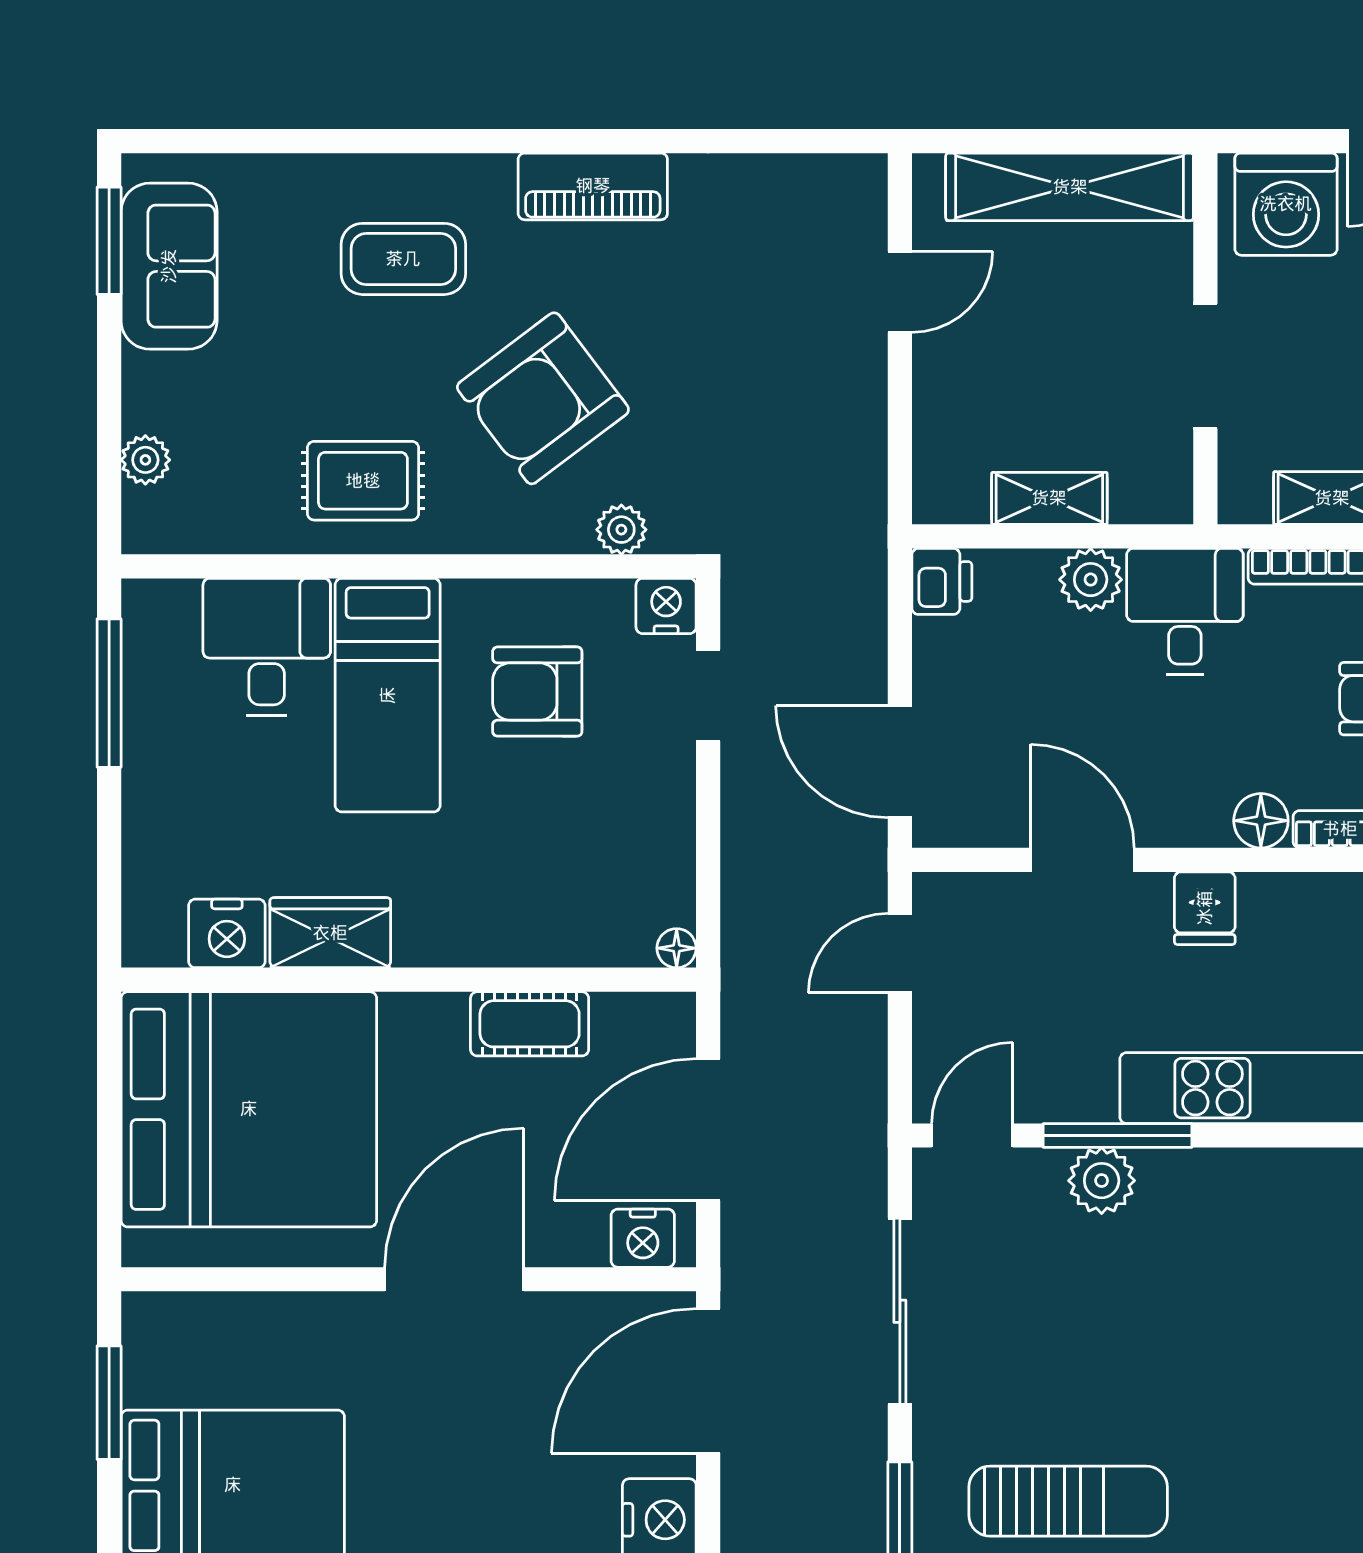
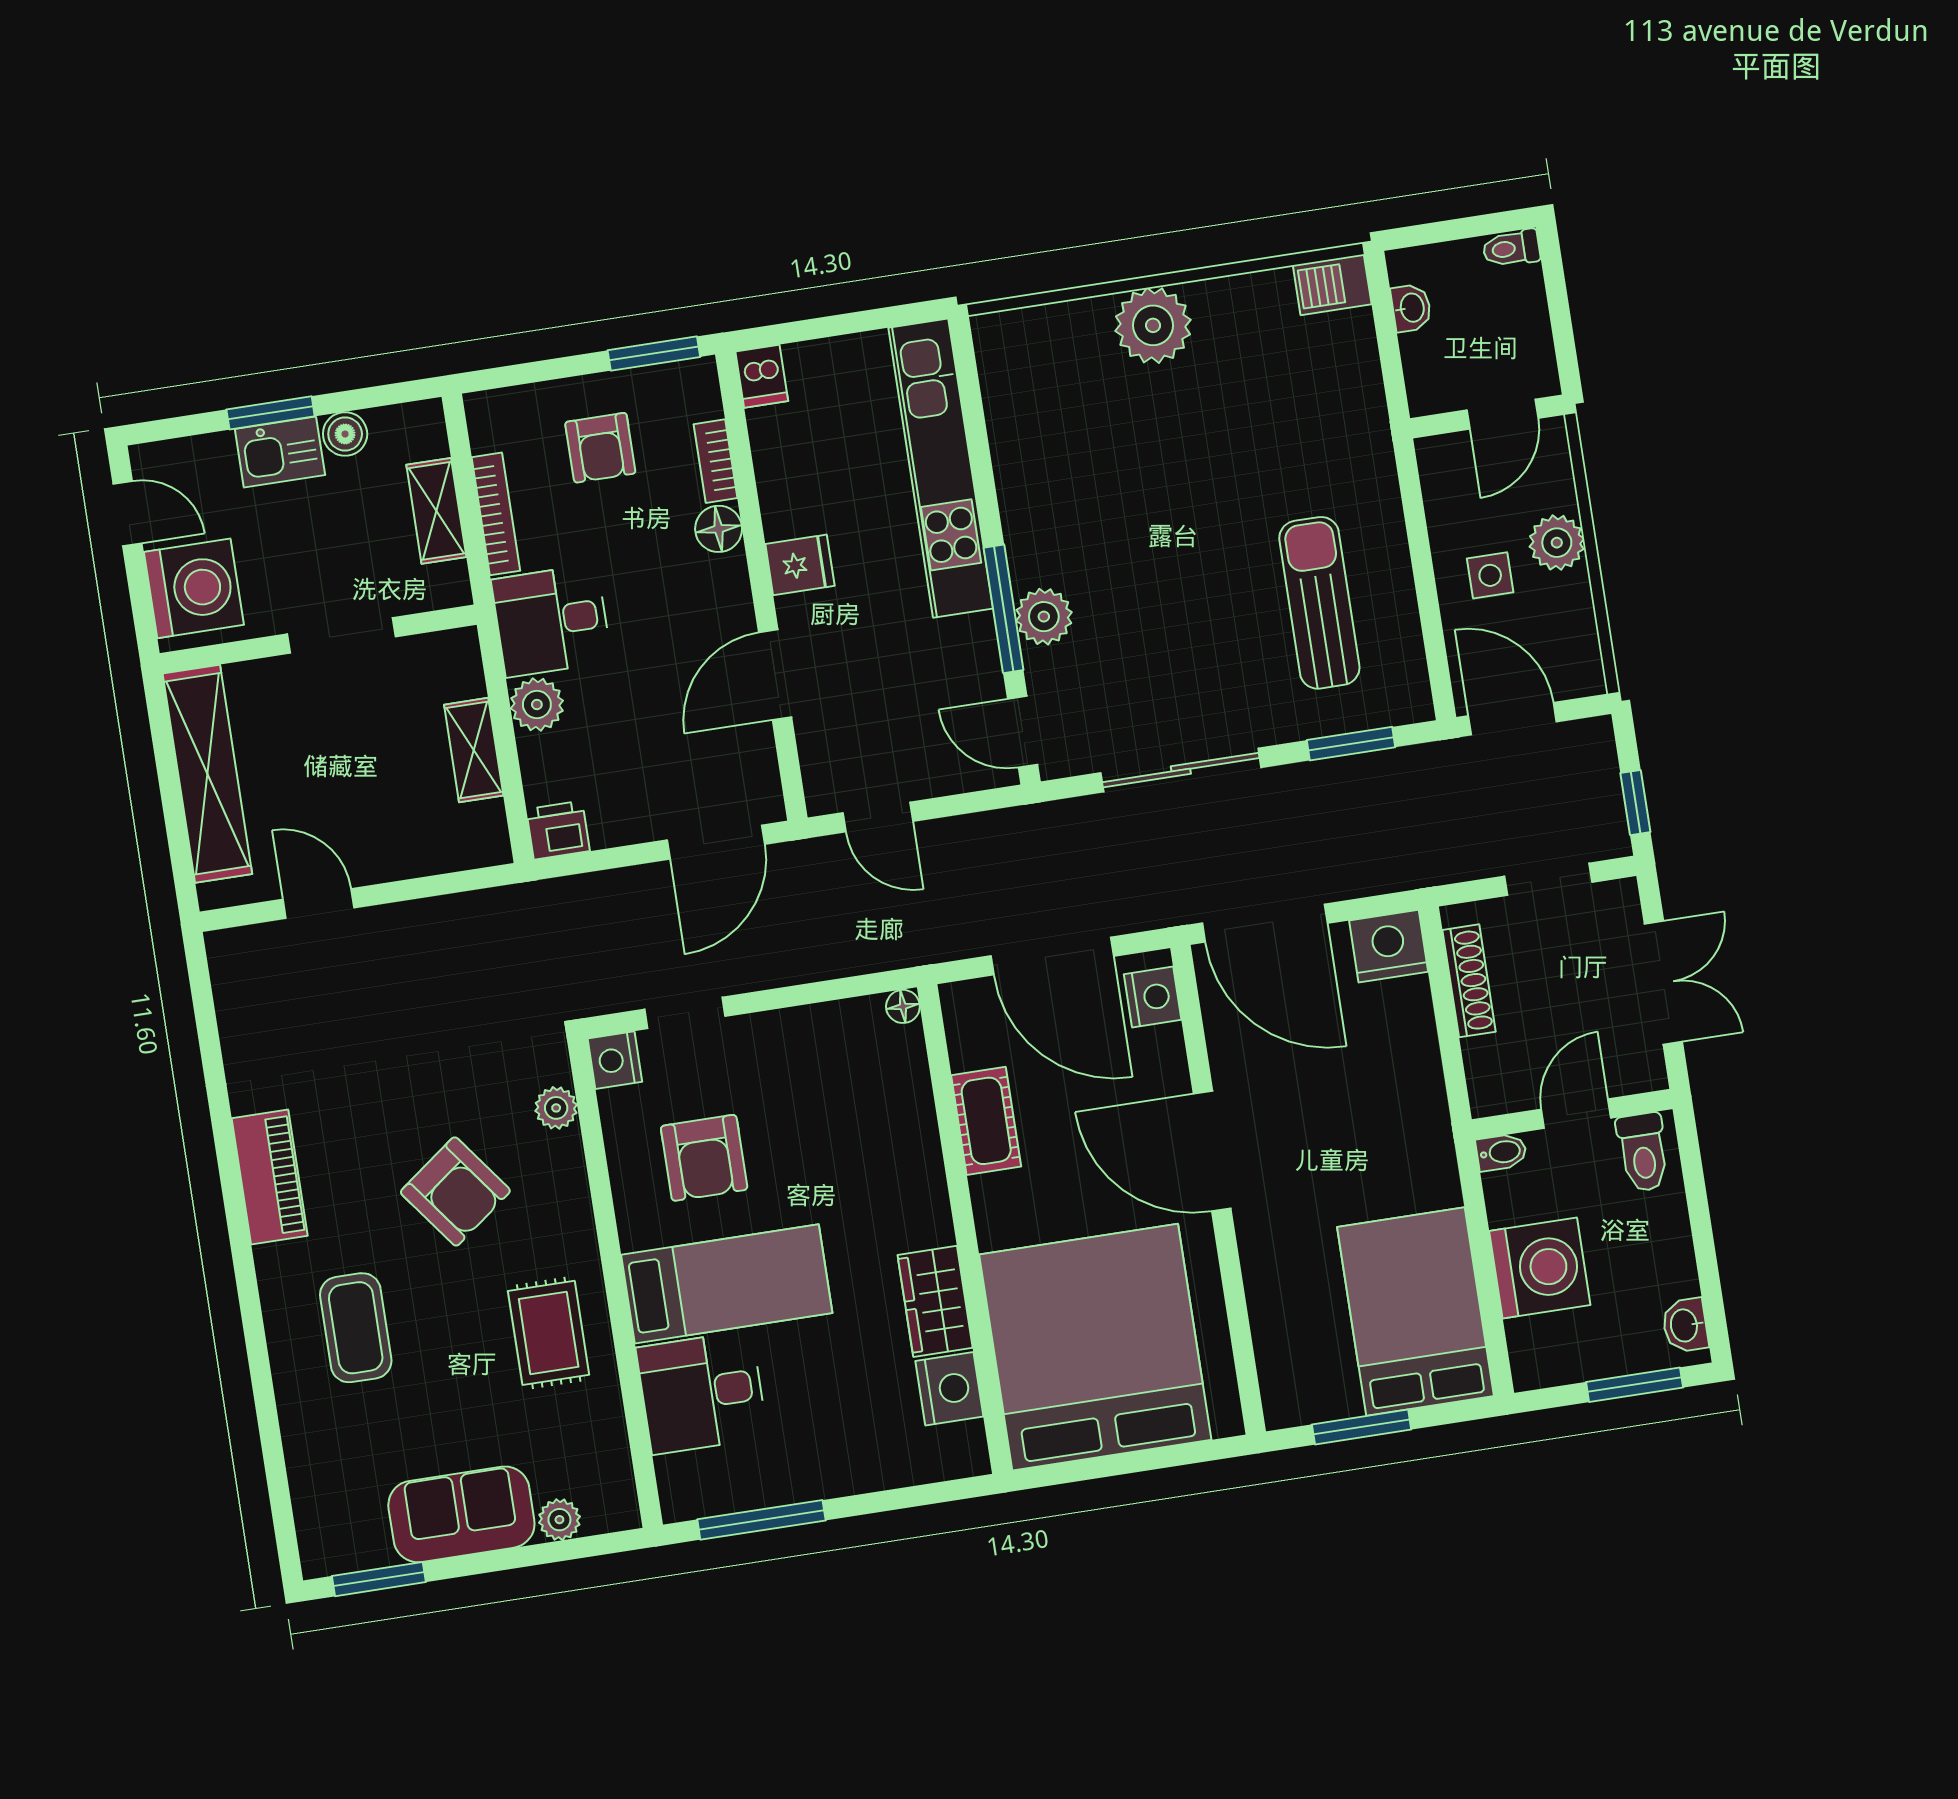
sofa: (169, 266) -> (461, 1514), moved
armchair: (543, 398) -> (455, 1191), width x0.73, depth x0.73

